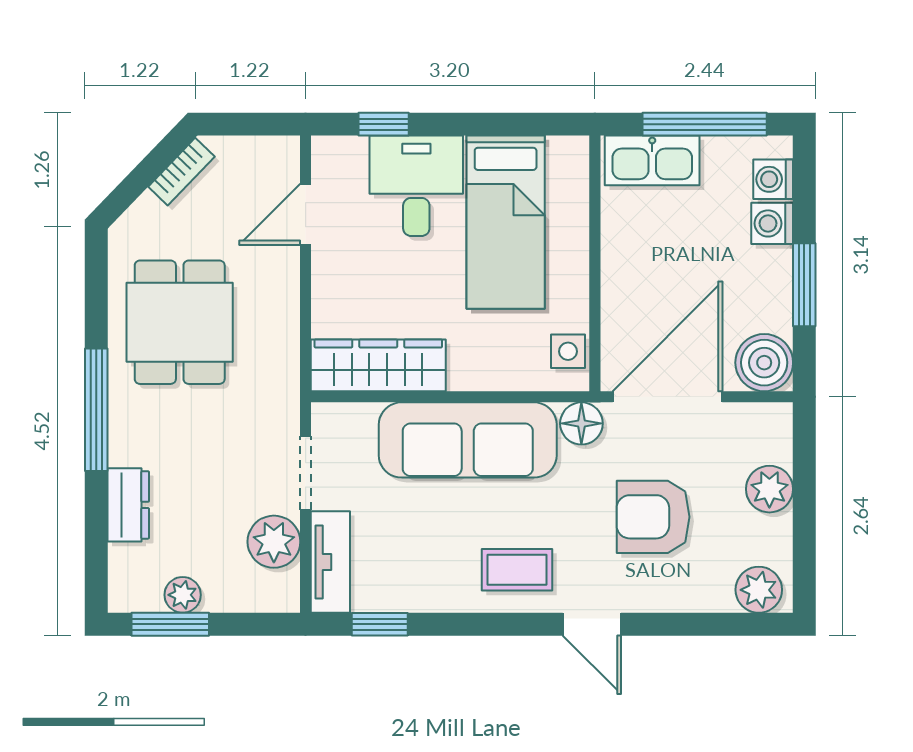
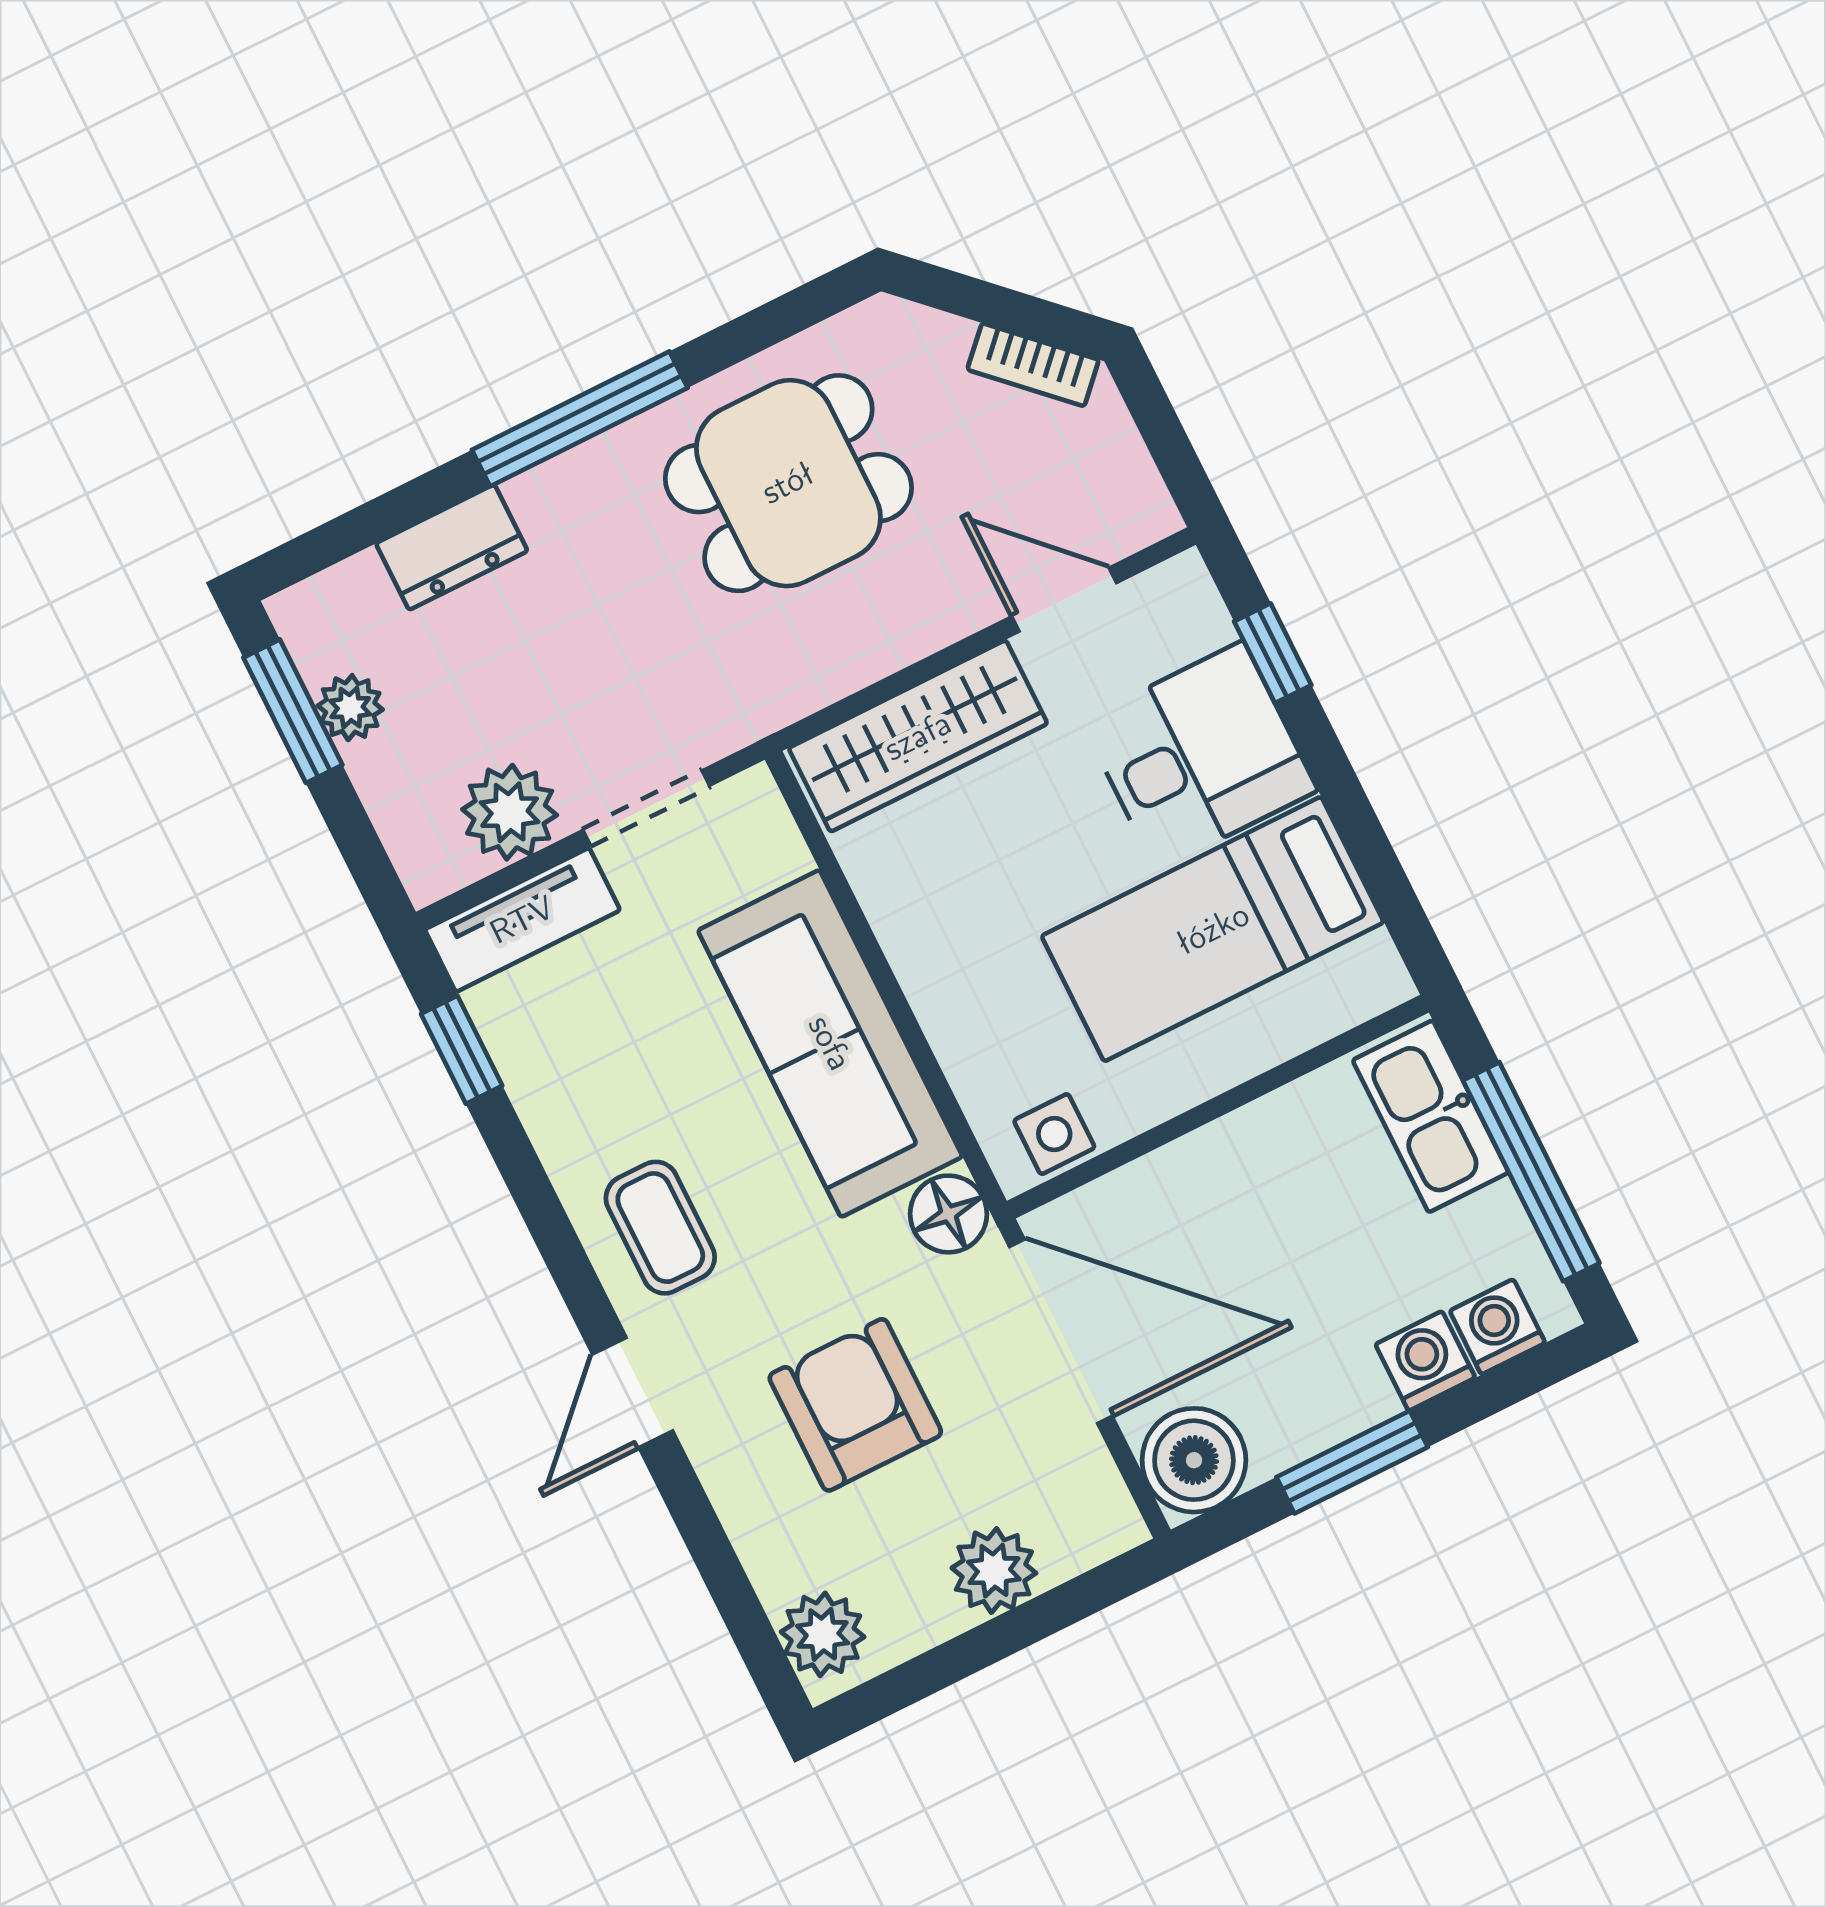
wardrobe: (378, 365) -> (918, 736), moved, turned 90

